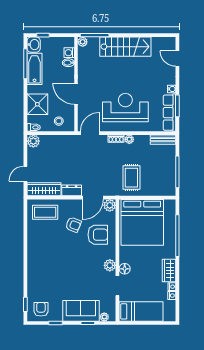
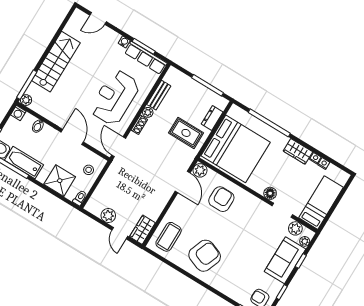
washing machine: (69, 53) -> (18, 113), moved
door: (76, 94) -> (72, 137), swing flipped
bench: (163, 140) -> (159, 95), moved
plant: (33, 141) -> (108, 216), moved
wardrobe: (44, 189) -> (142, 230), width x0.67
dresser: (72, 190) -> (212, 118), moved
armchair: (73, 225) -> (205, 256), moved, width x1.88, depth x1.88
plant: (110, 265) -> (295, 228), moved

